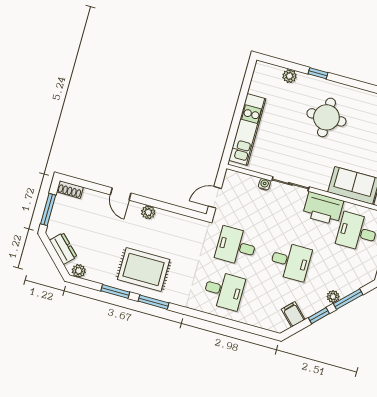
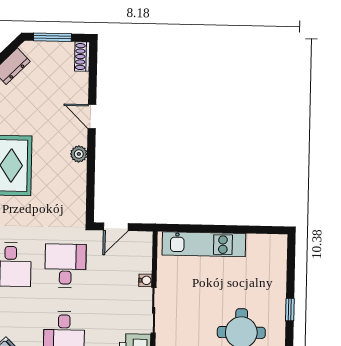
plant: (289, 76) -> (278, 277), removed
door: (121, 194) -> (92, 117), hinge flipped
door: (215, 197) -> (116, 227), swing flipped

